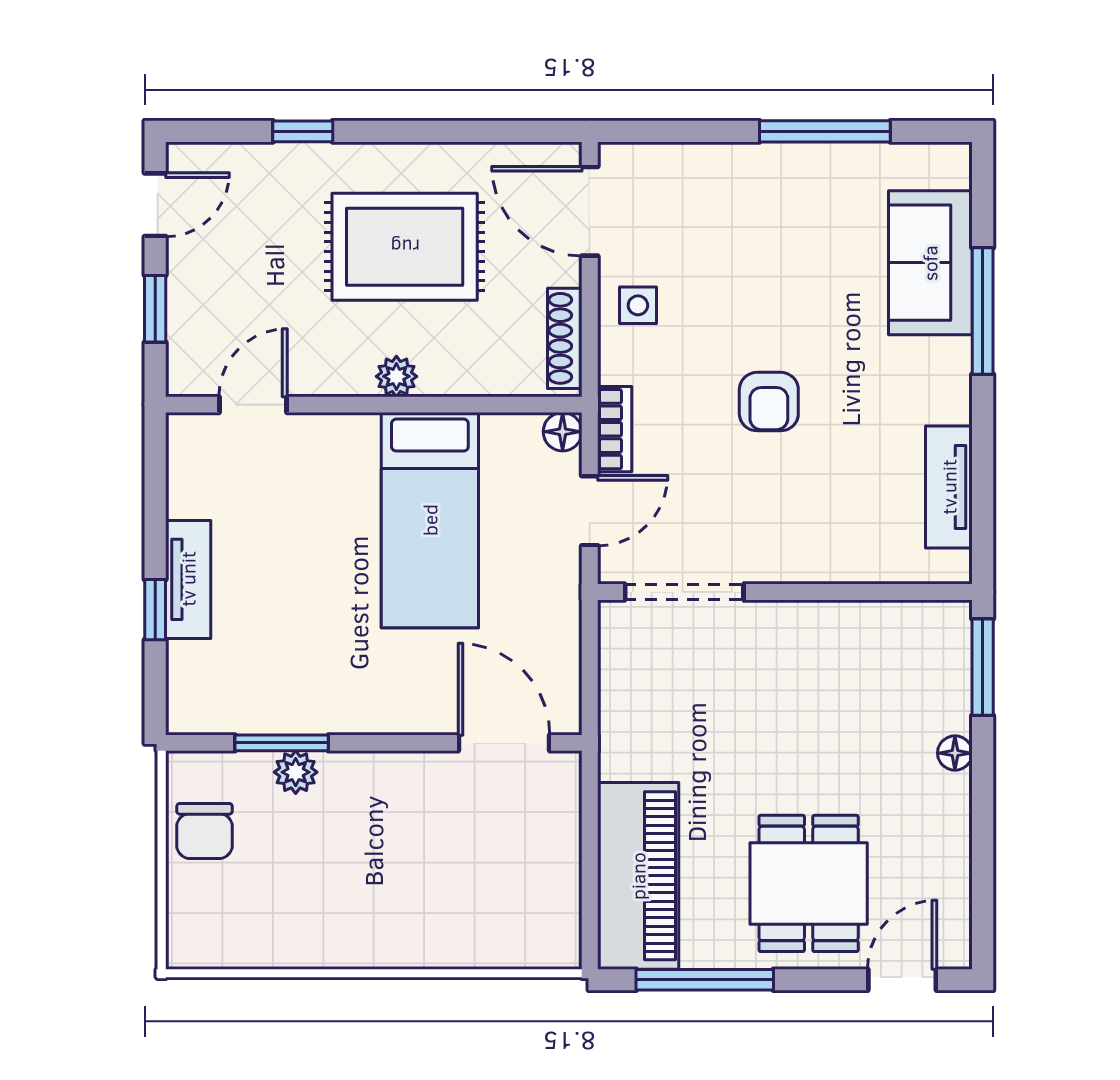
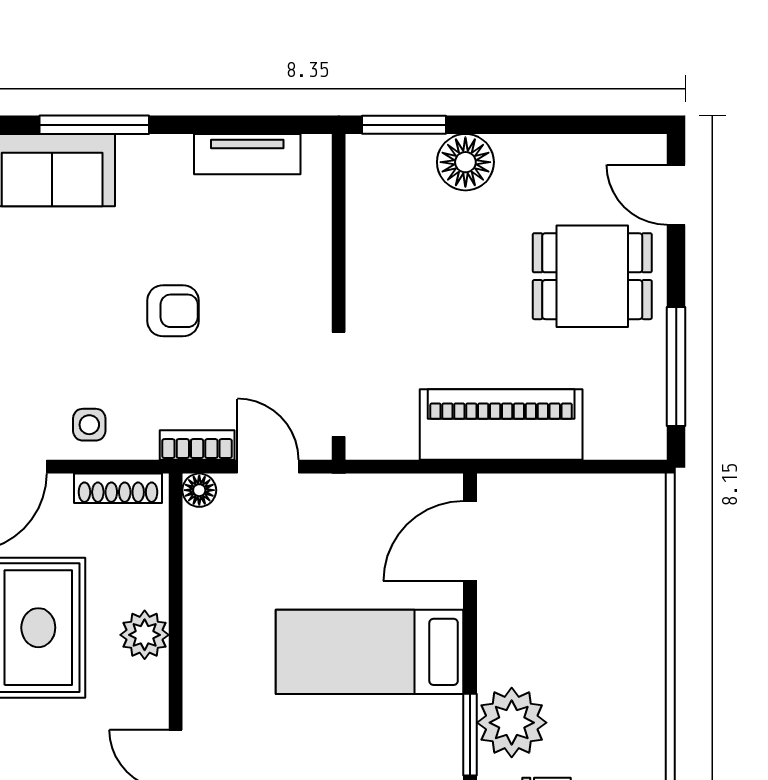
plant: (396, 376) -> (145, 635), width x1.38, depth x1.38
bed: (430, 520) -> (370, 652), moved, turned 180
floor lamp: (955, 753) -> (465, 162), width x1.89, depth x1.89
plant: (296, 772) -> (512, 723), width x1.87, depth x1.87
piano: (638, 876) -> (501, 425), moved

